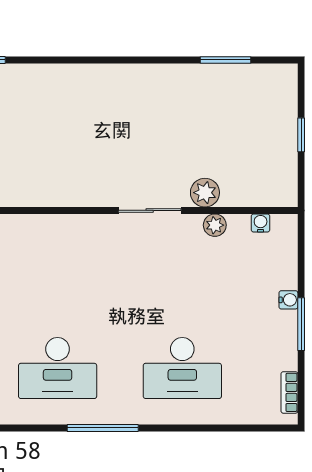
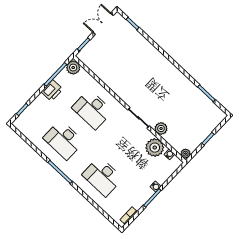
plant: (287, 196) -> (186, 154), added
plant: (215, 225) -> (155, 148), width x1.88, depth x1.88
desk: (58, 270) -> (92, 109), added

